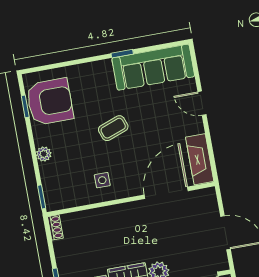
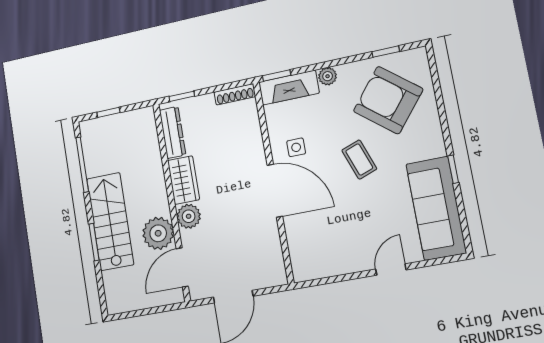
armchair: (50, 102) -> (388, 100), moved, turned 129
fireplace: (200, 159) -> (289, 88), moved, turned 180
door: (166, 193) -> (275, 191), moved
shoe rack: (55, 227) -> (235, 94), width x1.43

